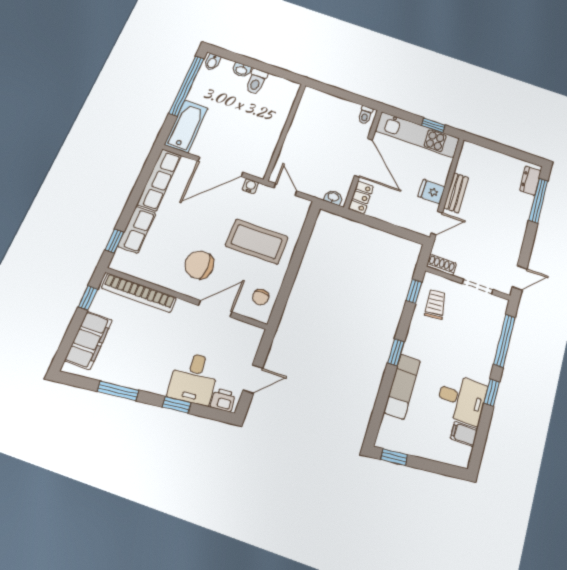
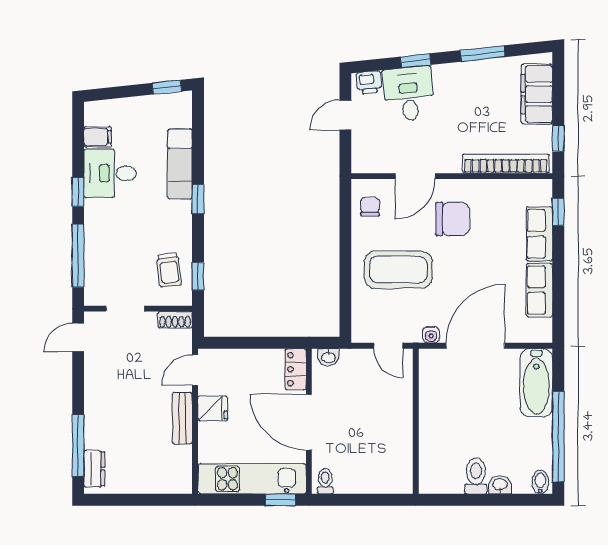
window: (433, 125) -> (281, 500), moved
row of seats: (159, 180) -> (540, 290), width x0.68

